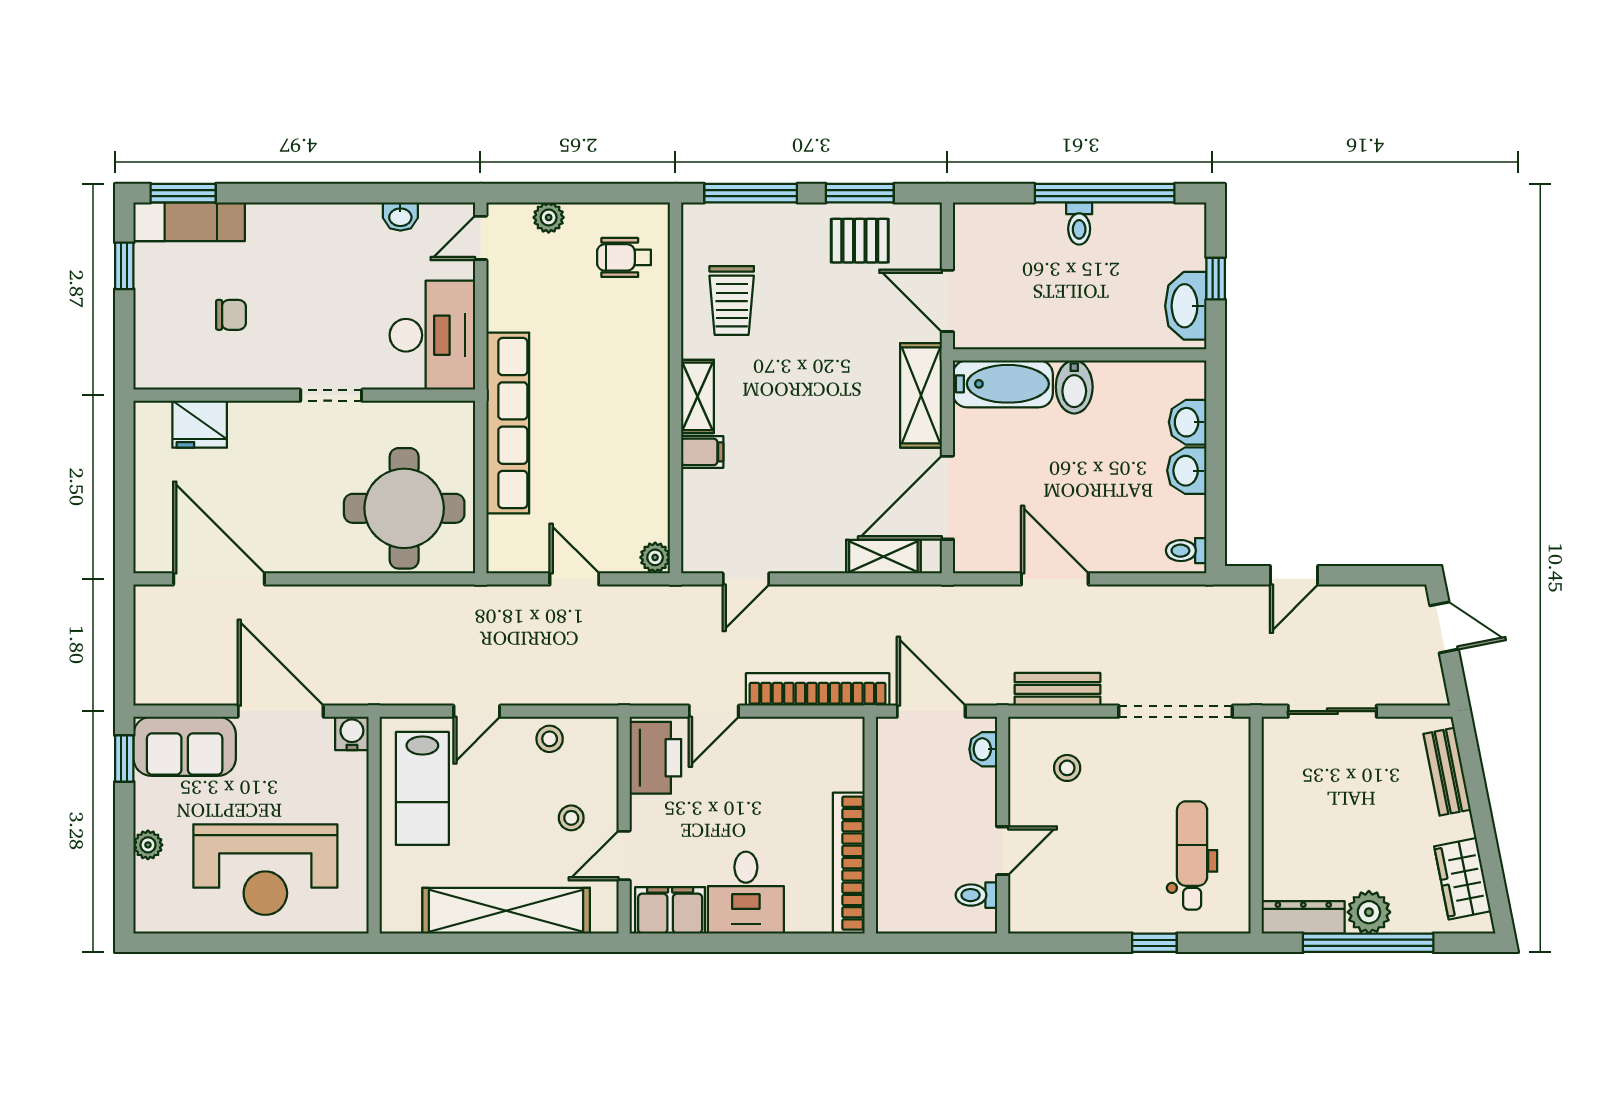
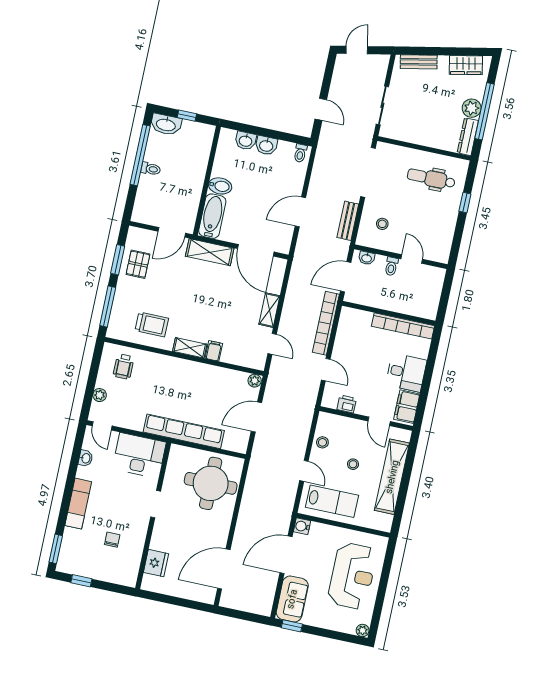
exam couch: (189, 222) -> (78, 504), moved
washbasin: (1186, 306) -> (166, 124), moved
shelving: (883, 557) -> (269, 310), moved
door: (574, 579) -> (256, 417), width x1.38
printer: (655, 758) -> (347, 404), width x0.53, depth x0.68
stool: (571, 818) -> (353, 464), moved
plant: (148, 845) -> (363, 630), moved
toilet: (976, 895) -> (391, 266), moved

